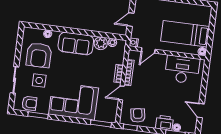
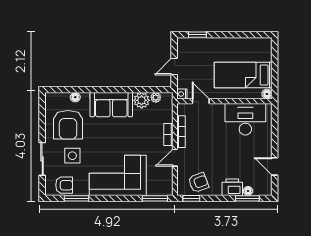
door: (148, 50) -> (201, 101), swing flipped
armchair: (138, 115) -> (199, 182), turned 79

